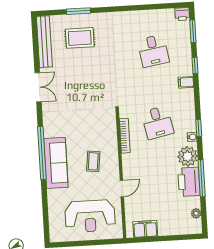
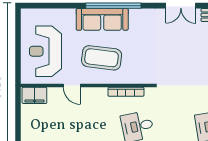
coffee table: (93, 161) -> (102, 58), width x1.86, depth x1.72
filing cabinet: (145, 229) -> (34, 95), moved, turned 90

